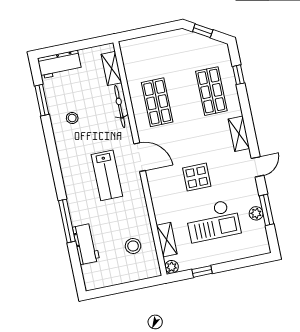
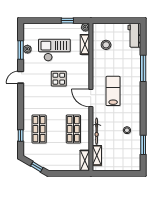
workbench: (60, 64) -> (128, 164), removed
shelving: (239, 134) -> (85, 161), moved
workbench: (86, 244) -> (134, 35), moved

